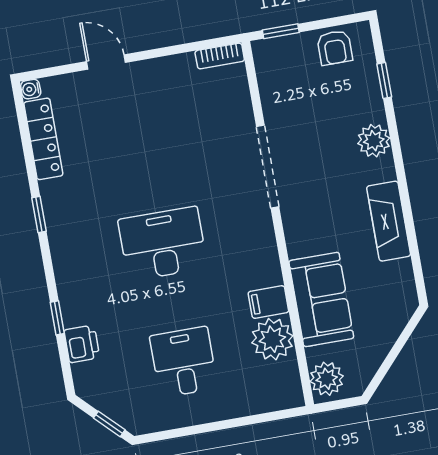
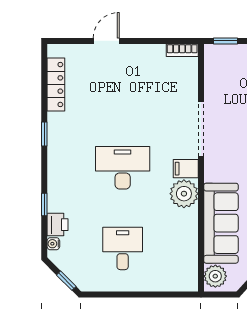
door: (106, 62) -> (106, 41), hinge flipped
water cooler: (31, 89) -> (53, 244), moved
sofa: (321, 299) -> (221, 223), width x1.36
filing cabinet: (268, 302) -> (186, 169), moved
plant: (272, 339) -> (184, 194), moved

